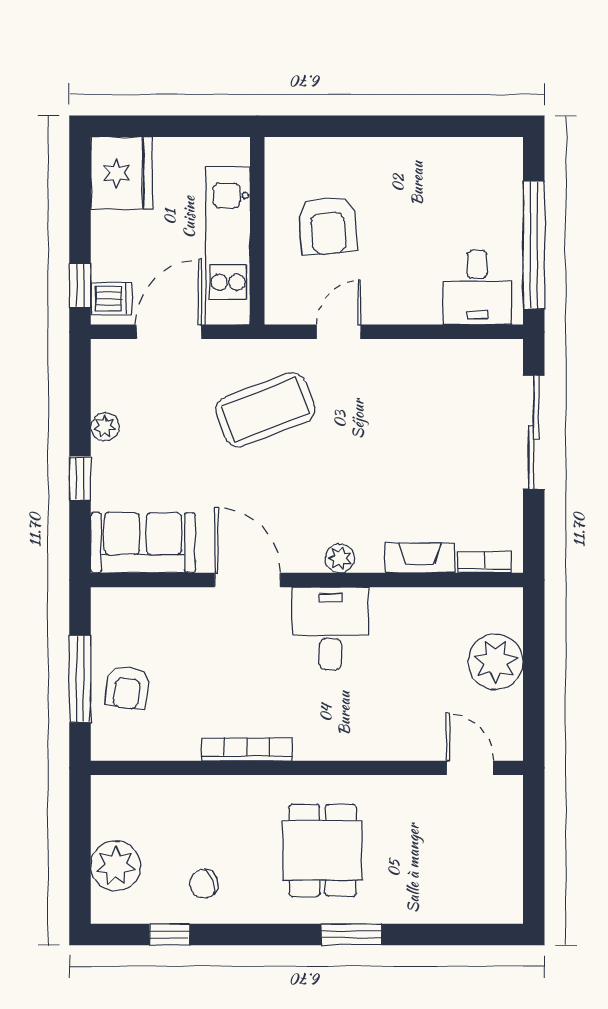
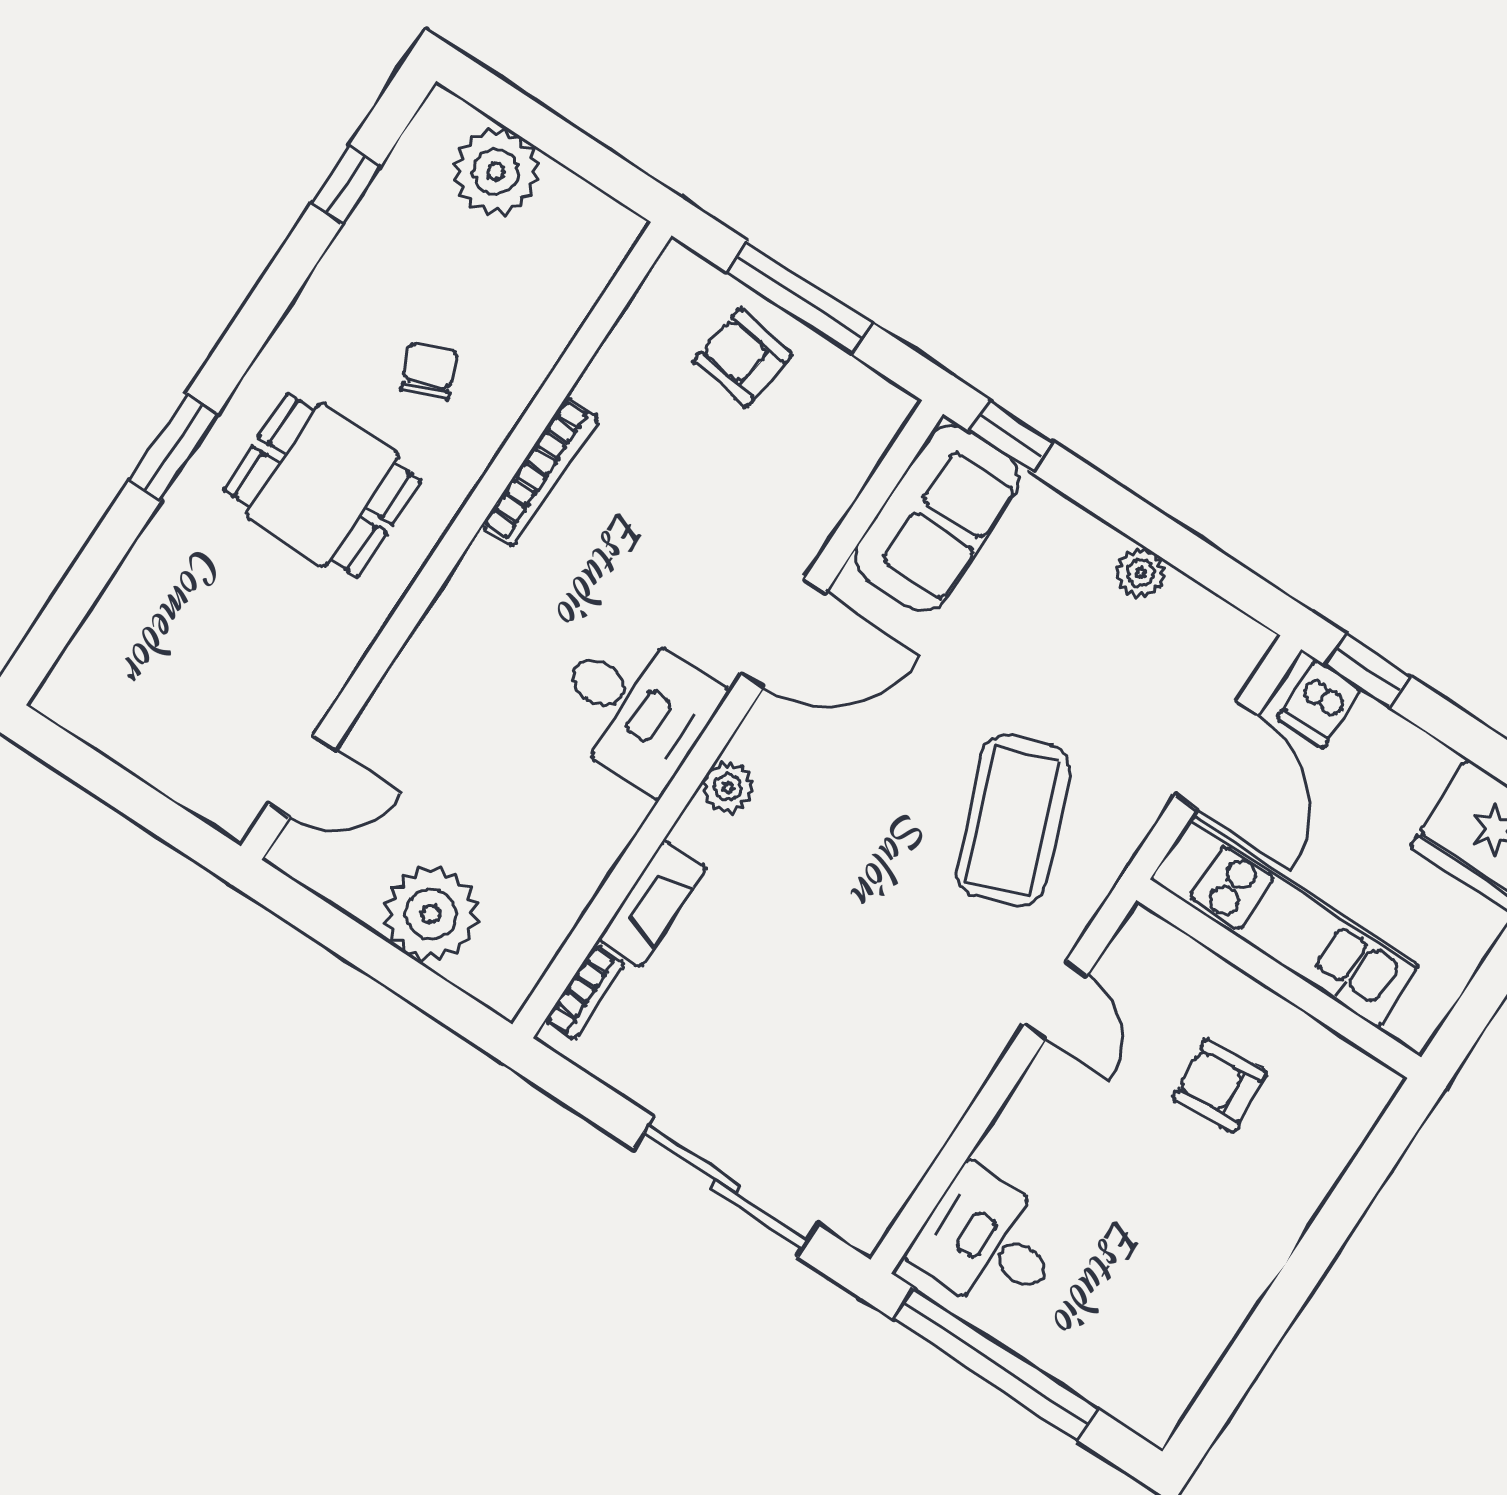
armchair: (328, 225) -> (1220, 1085), width x0.72, depth x0.72
window: (80, 478) -> (1011, 436), moved
chair: (204, 884) -> (429, 371), moved

